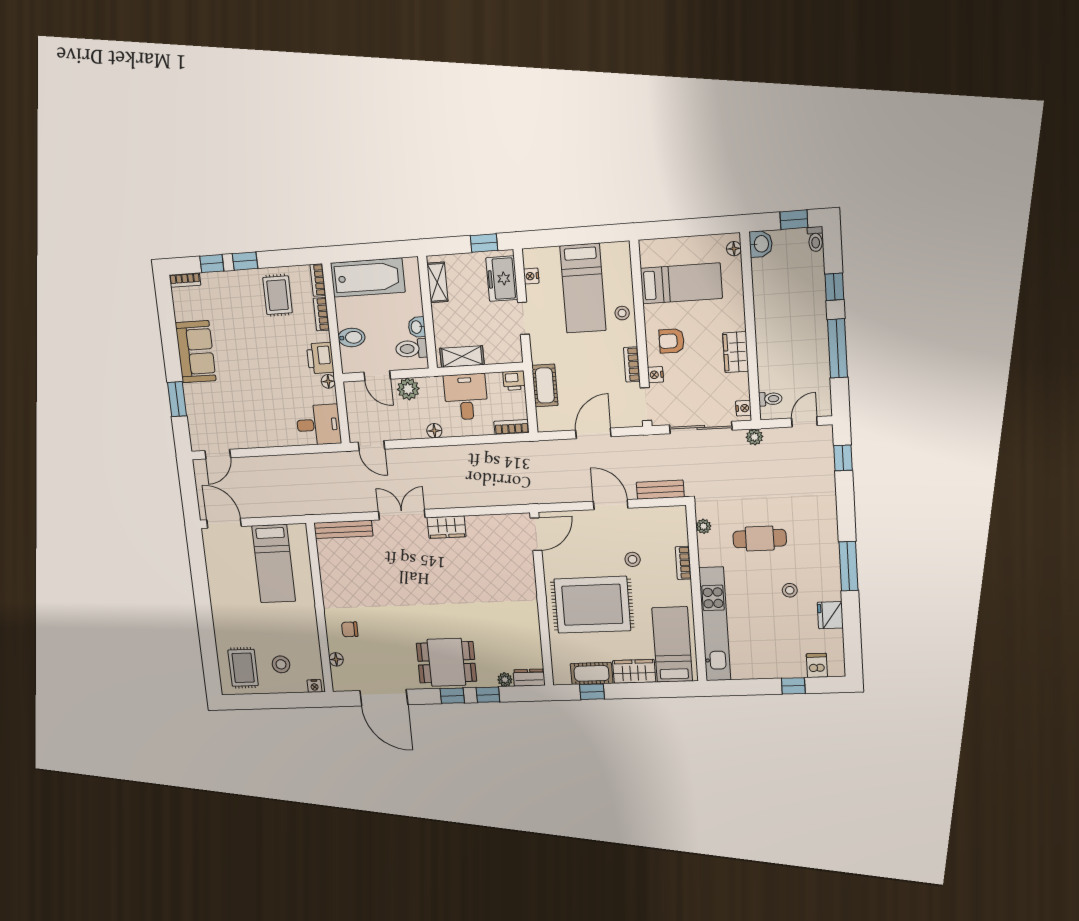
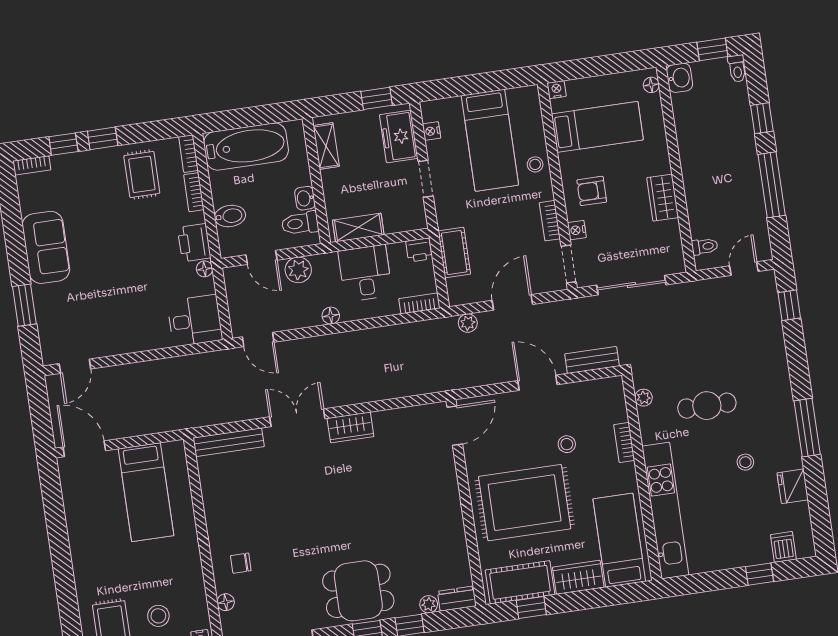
nightstand: (743, 408) -> (557, 90), moved, turned -90
plant: (755, 437) -> (468, 323), moved
cot: (592, 673) -> (520, 582), width x1.37, depth x1.34

